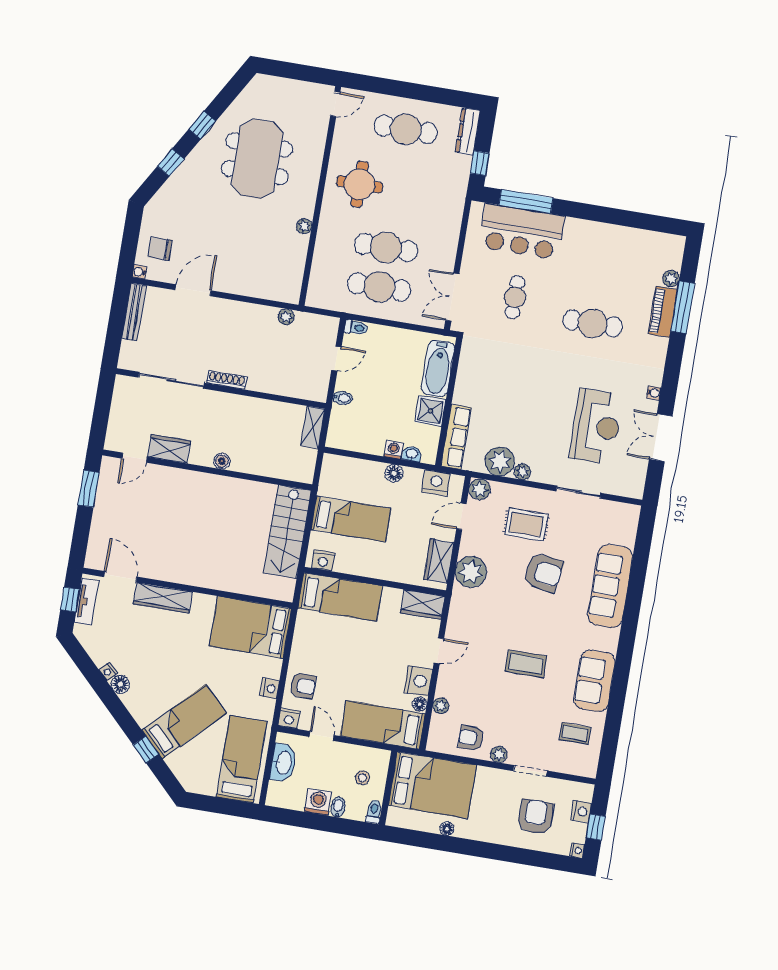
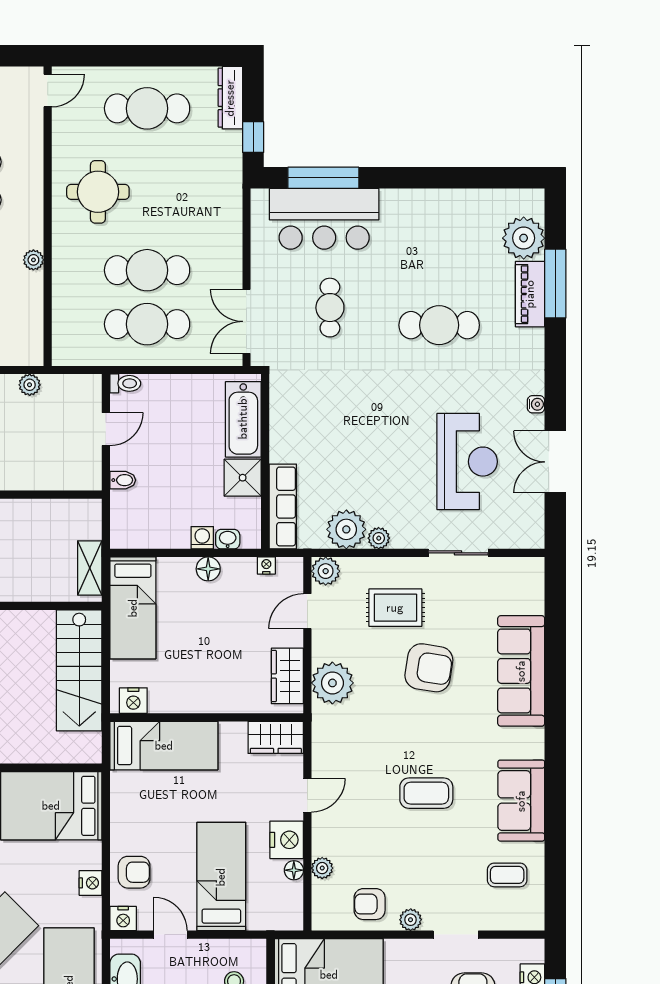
plant: (671, 278) -> (524, 238), width x1.87, depth x1.87
shelving: (313, 427) -> (90, 568), moved
nightstand: (436, 483) -> (266, 565), width x0.53, depth x0.56
bed: (351, 519) -> (133, 608), moved, turned 90
bed: (383, 725) -> (221, 877), moved, turned 90

